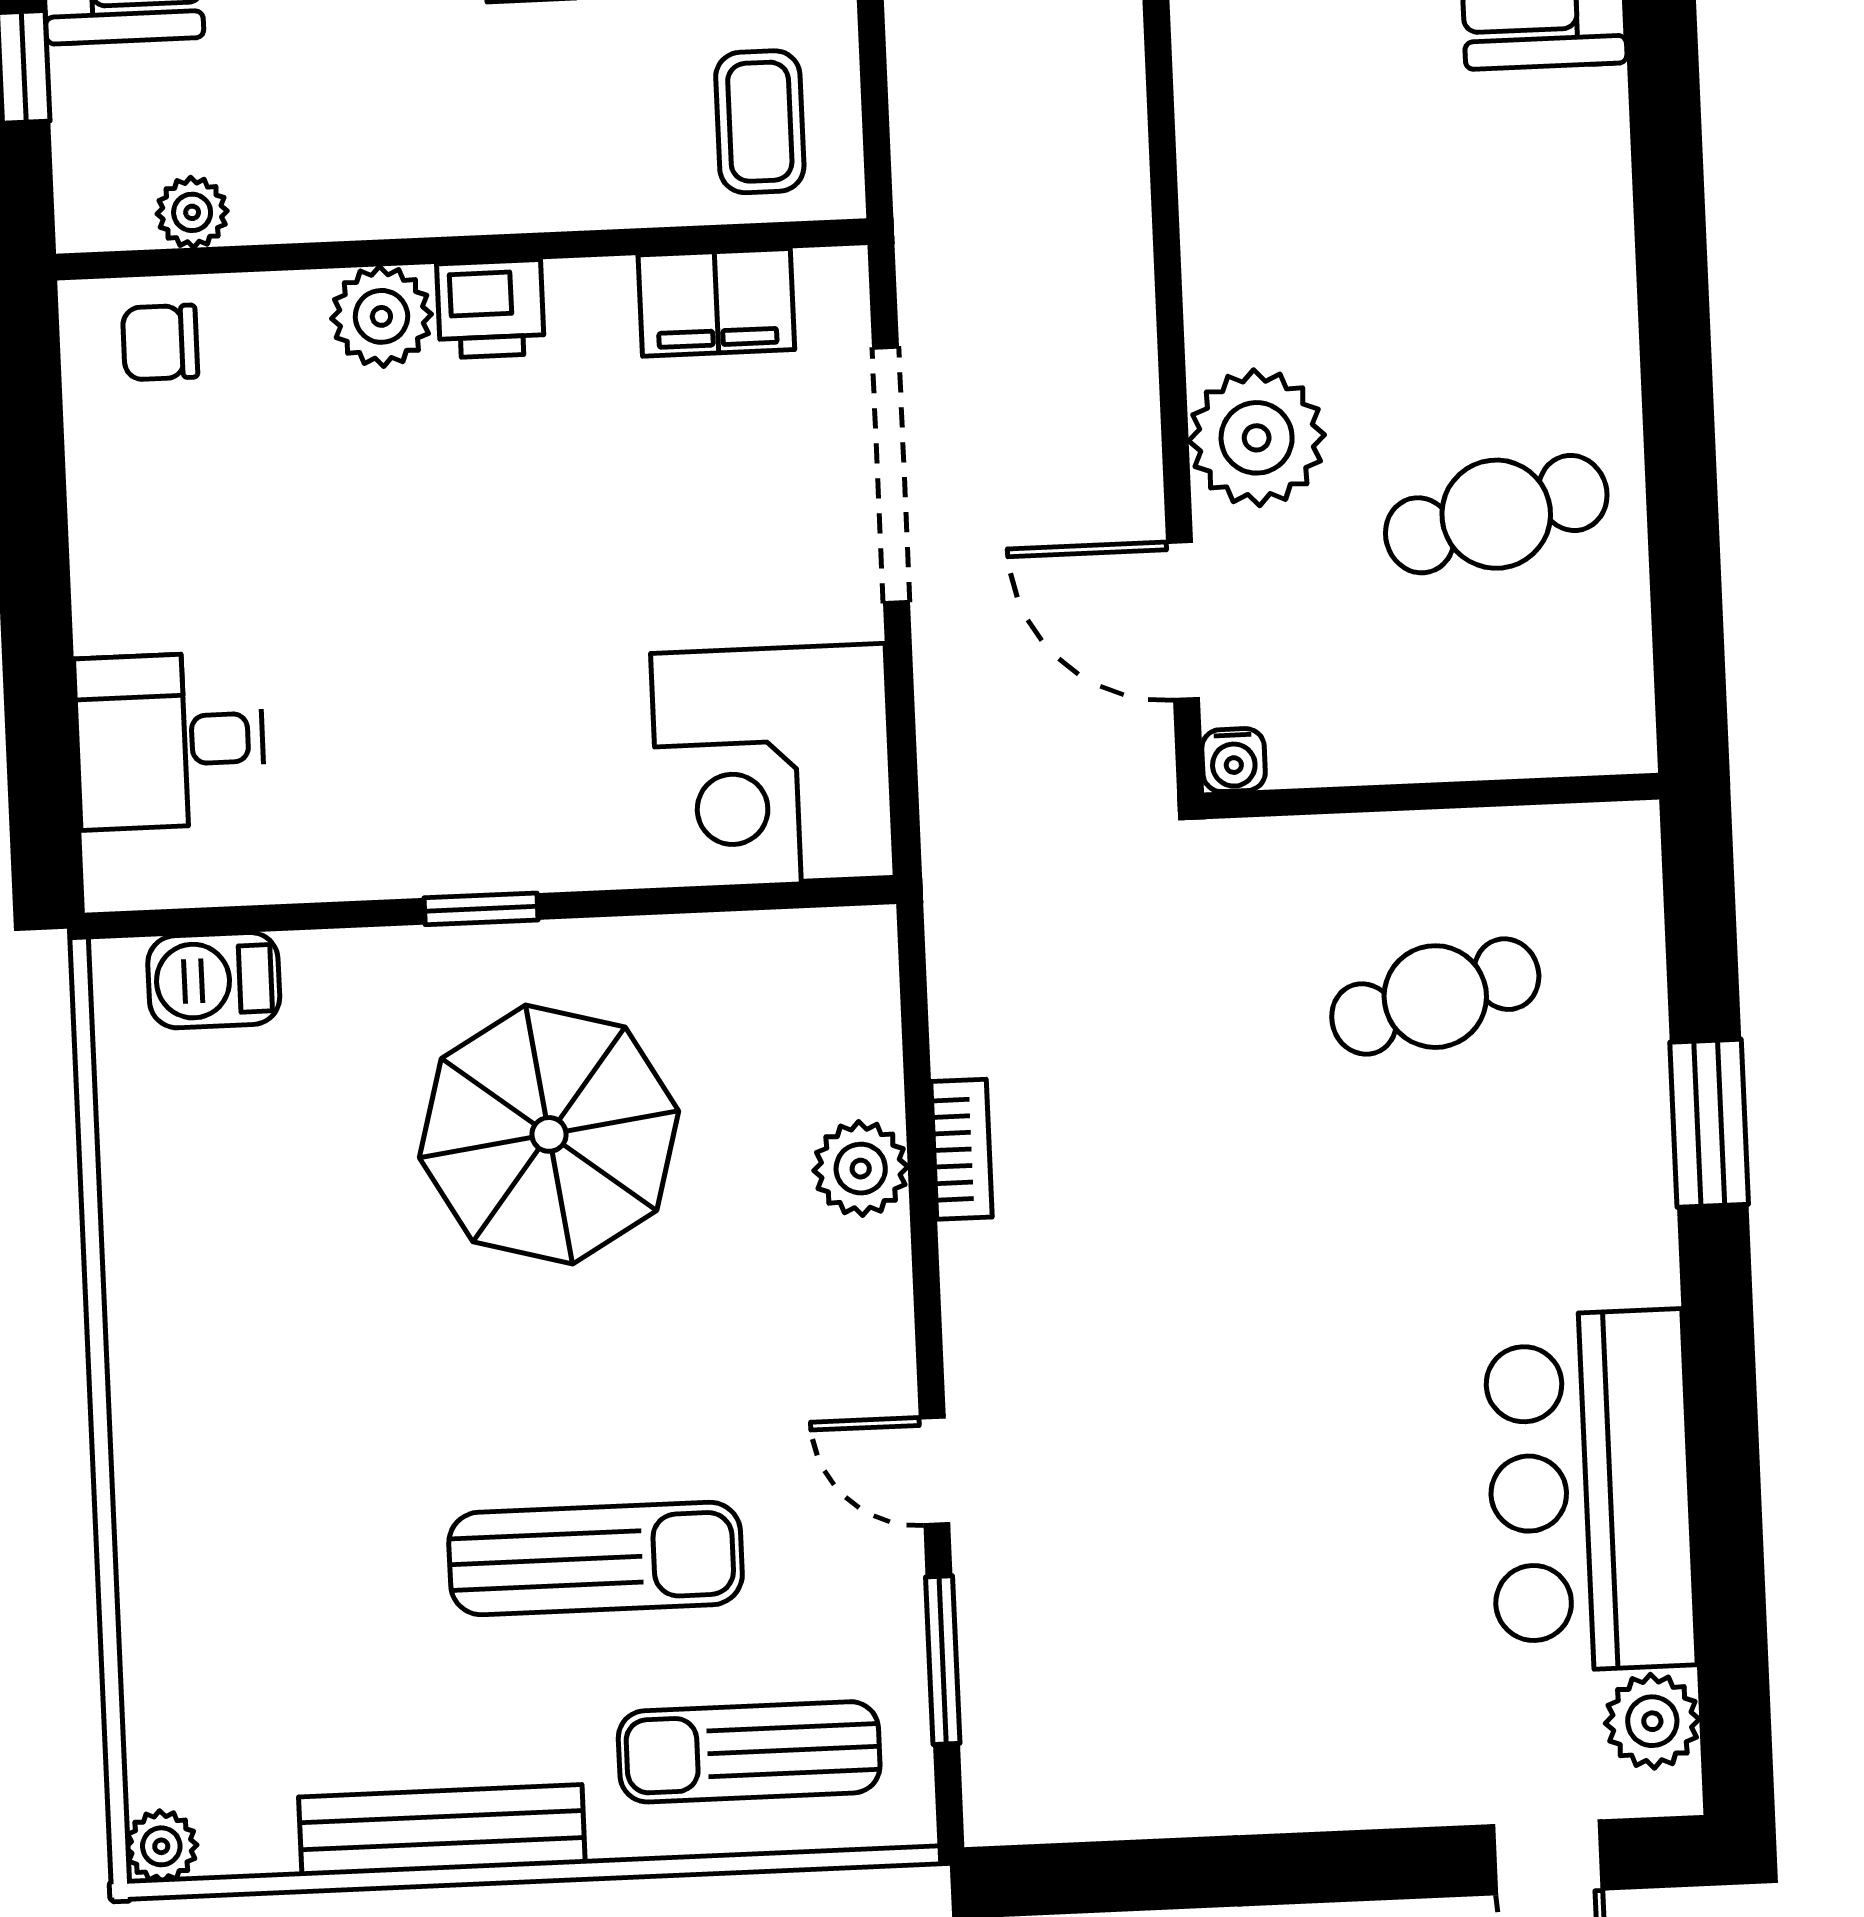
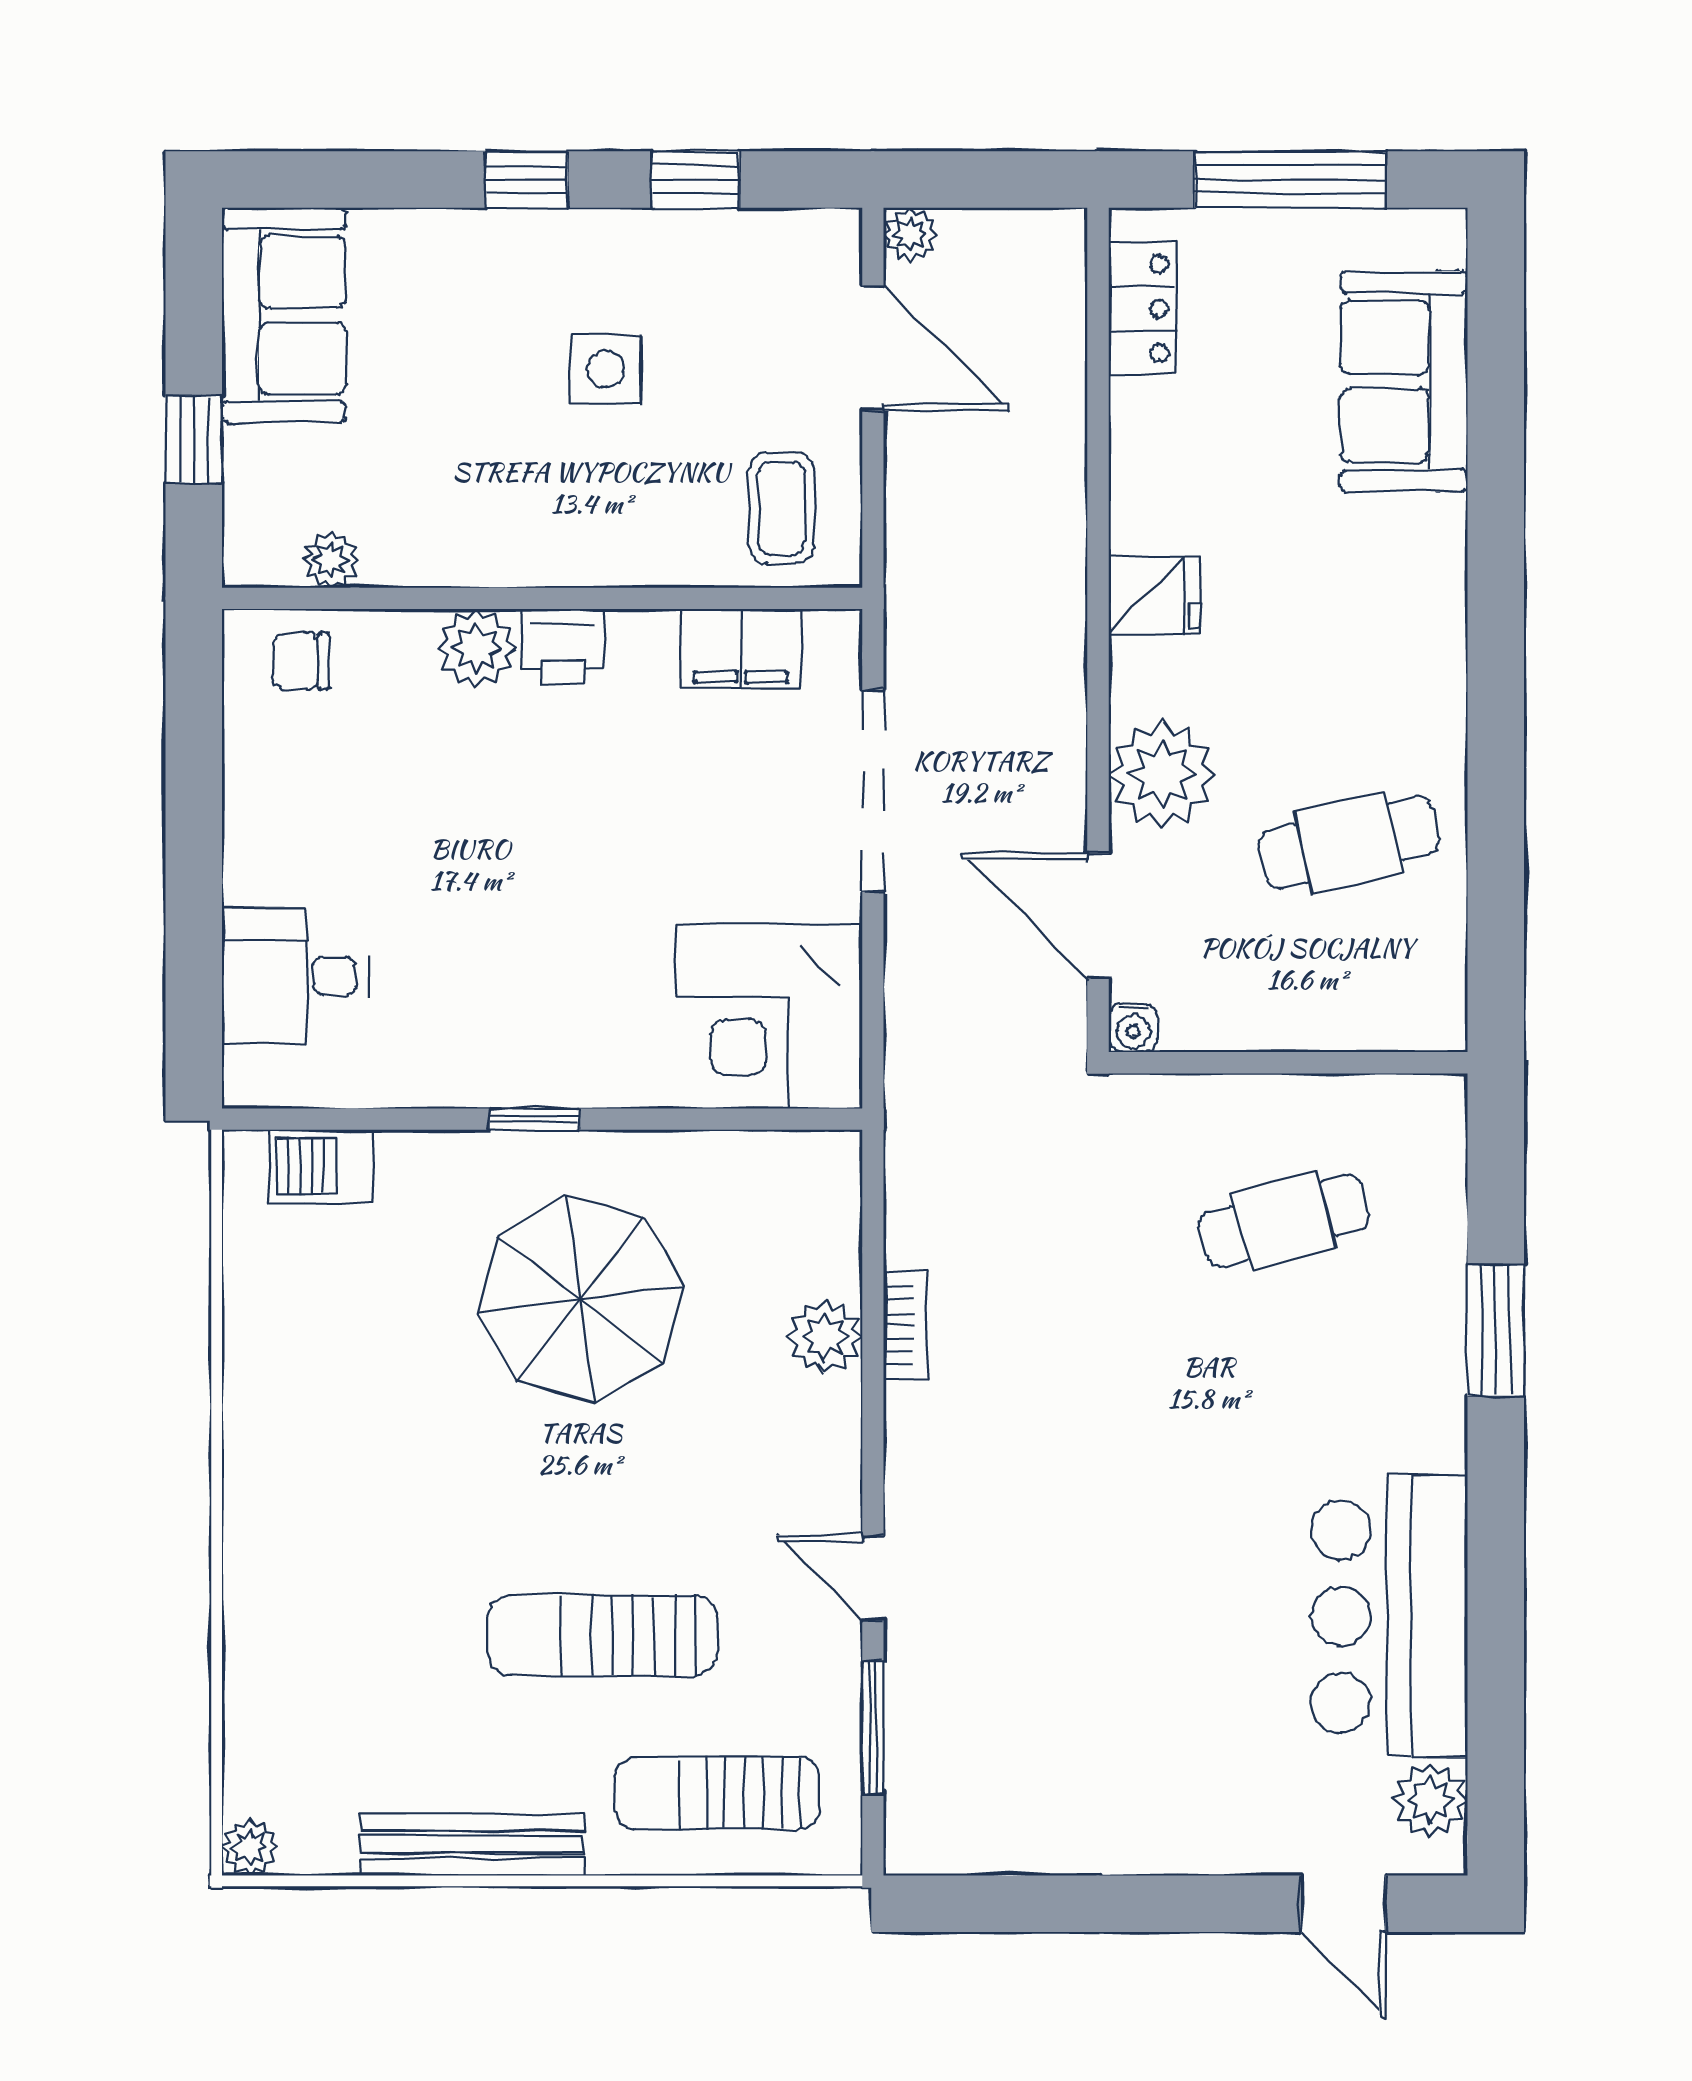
fridge: (1237, 212) -> (1154, 596), added
sun lounger: (596, 1559) -> (603, 1635), turned 180

